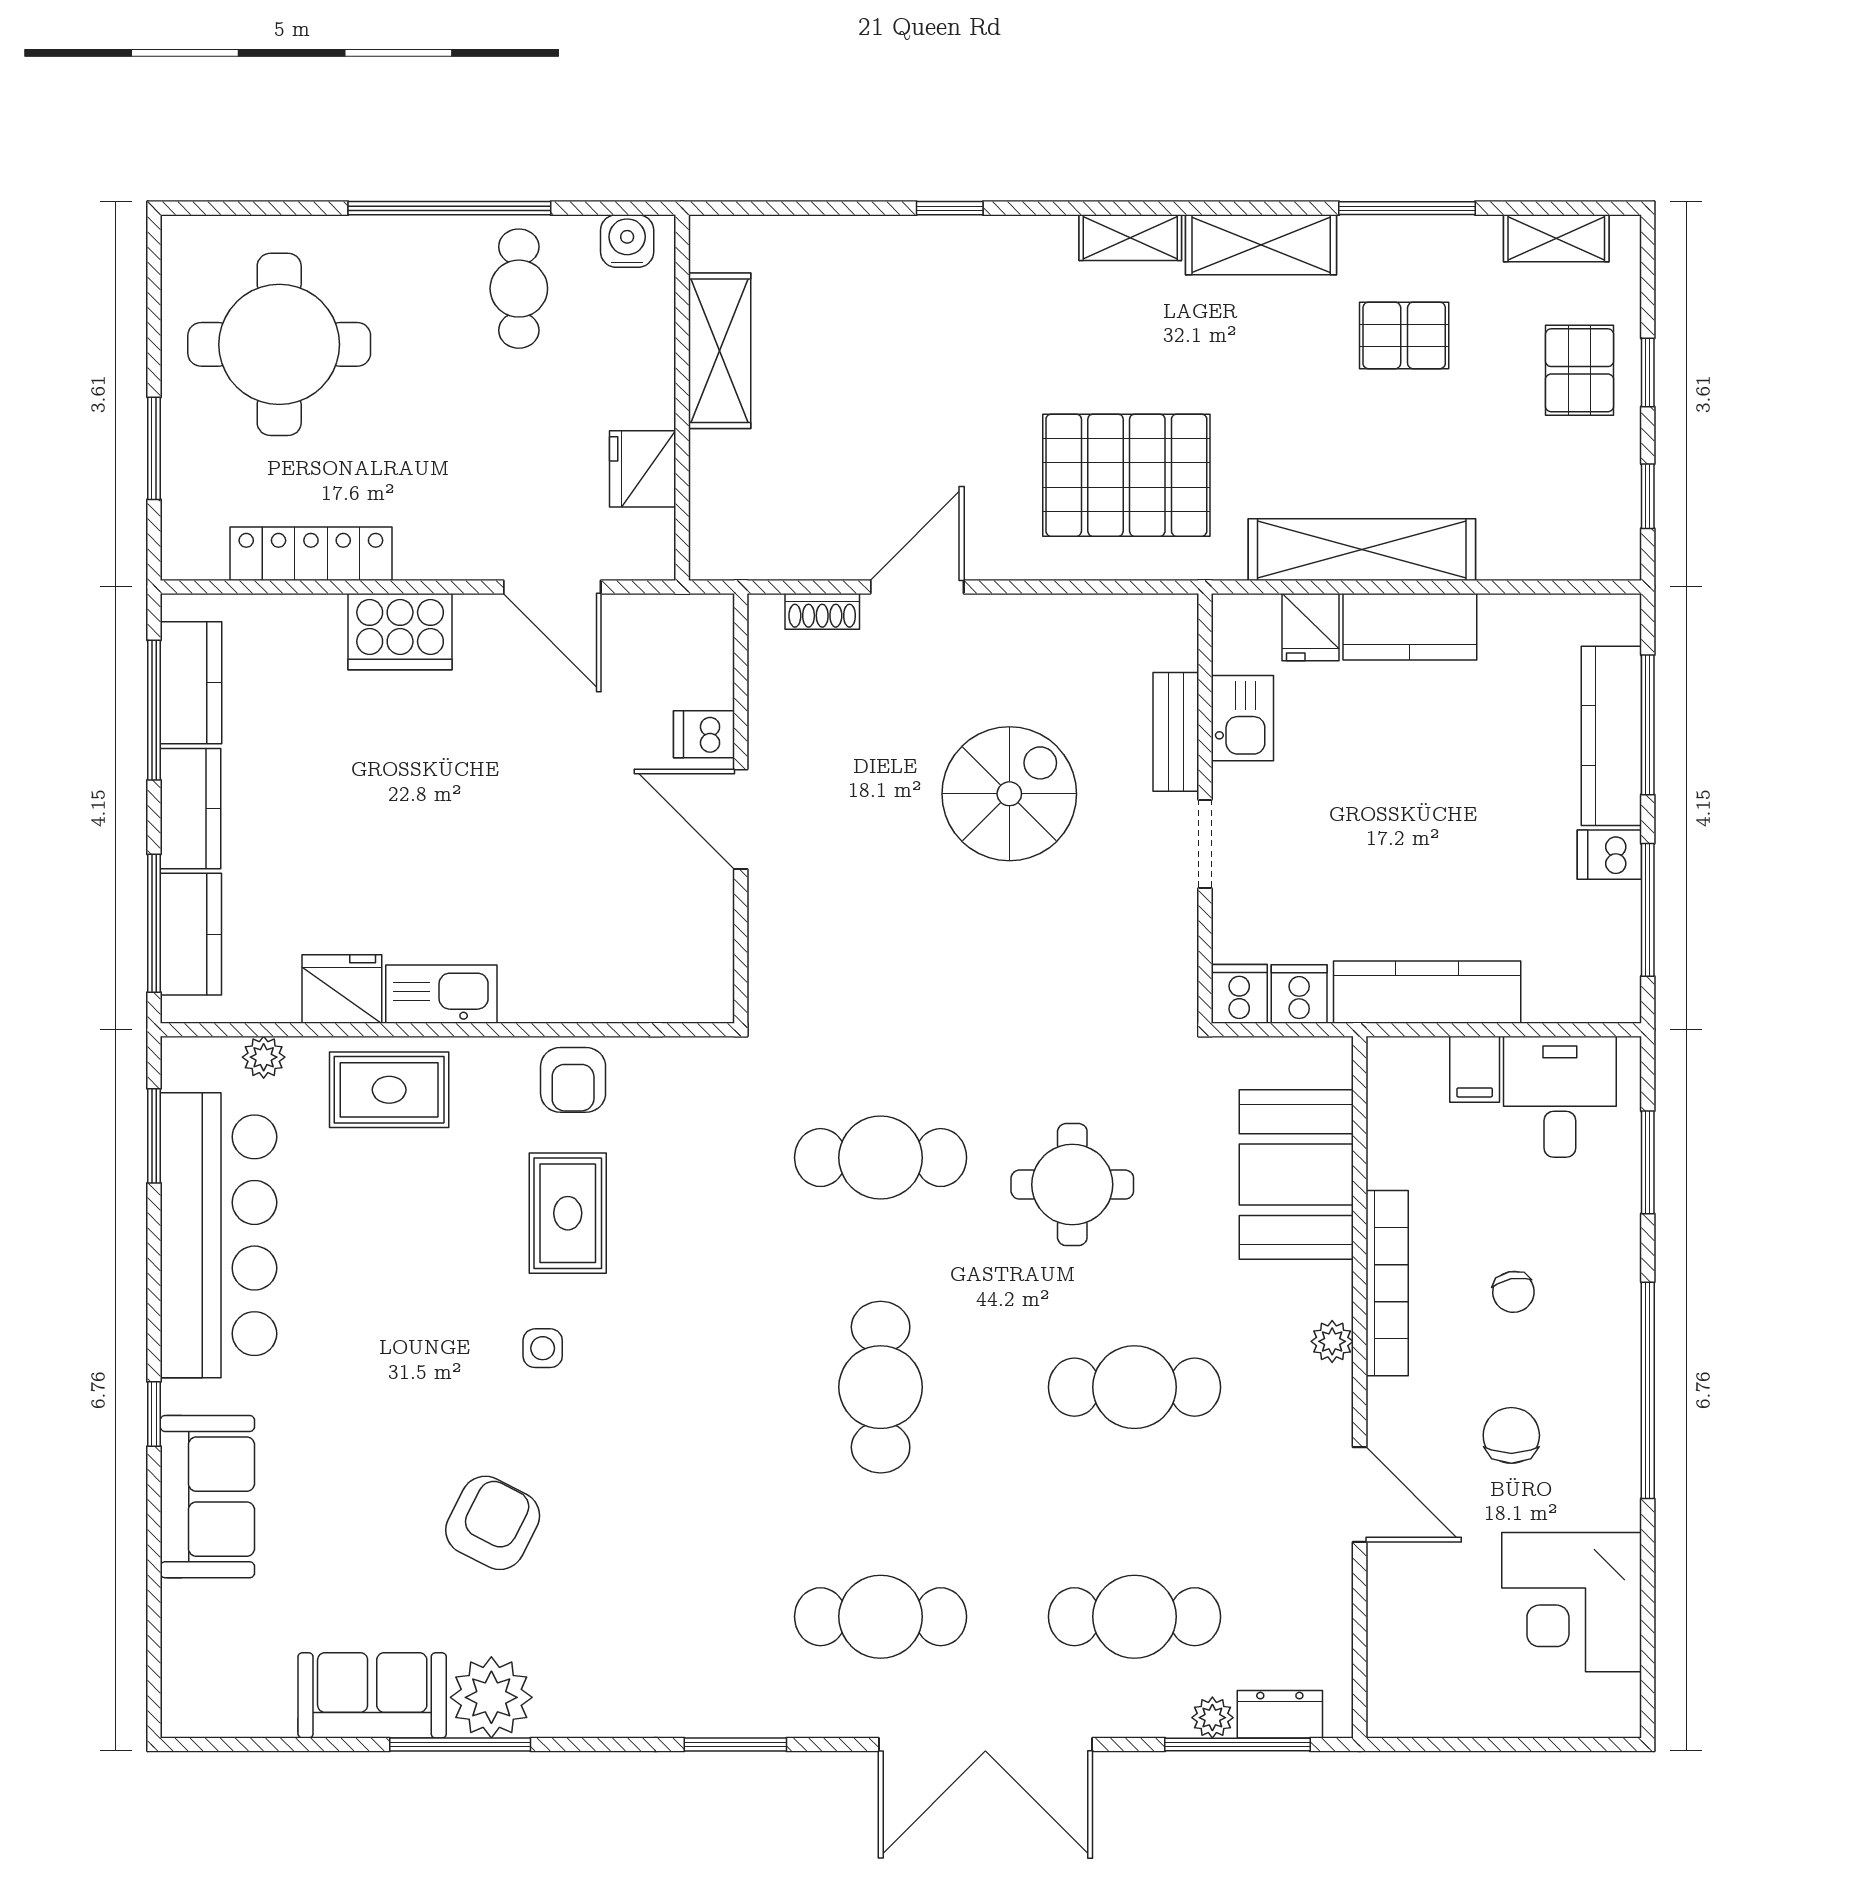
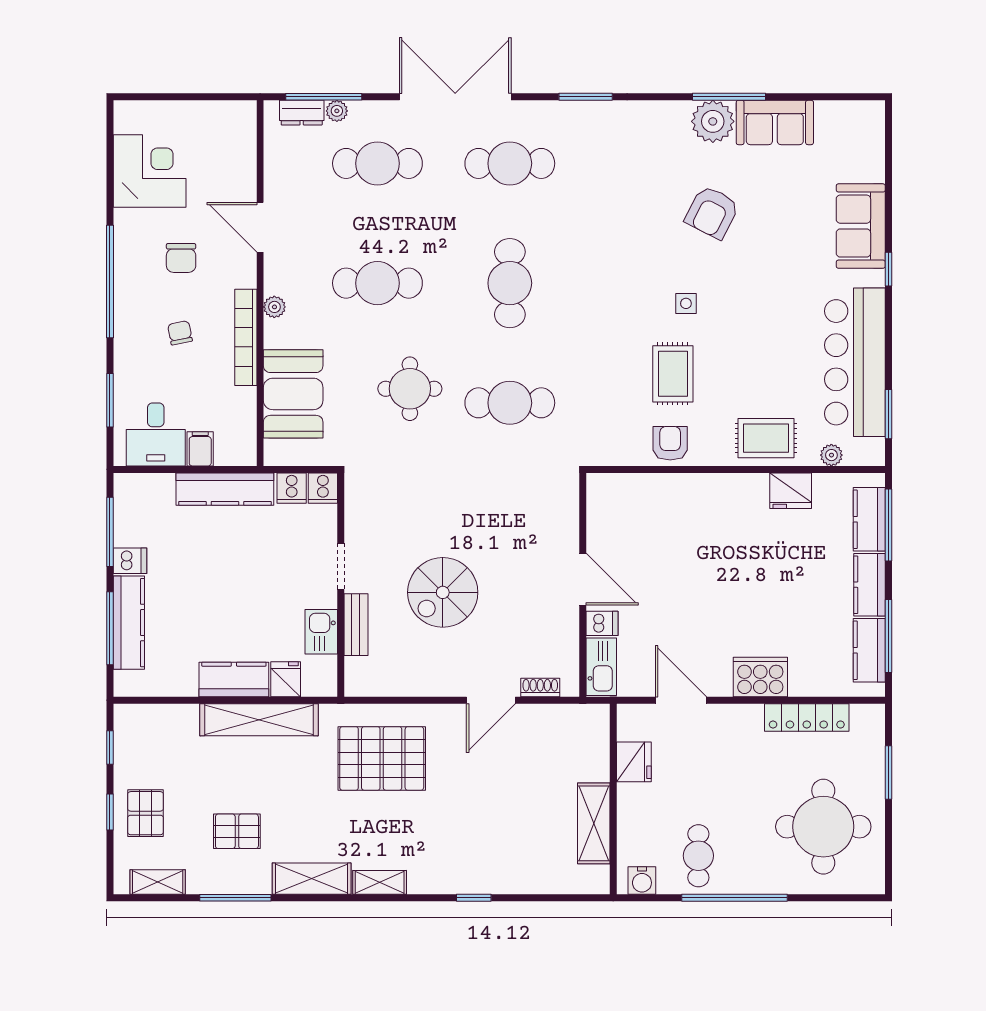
kitchen sink: (441, 994) -> (601, 667), moved, turned -90

